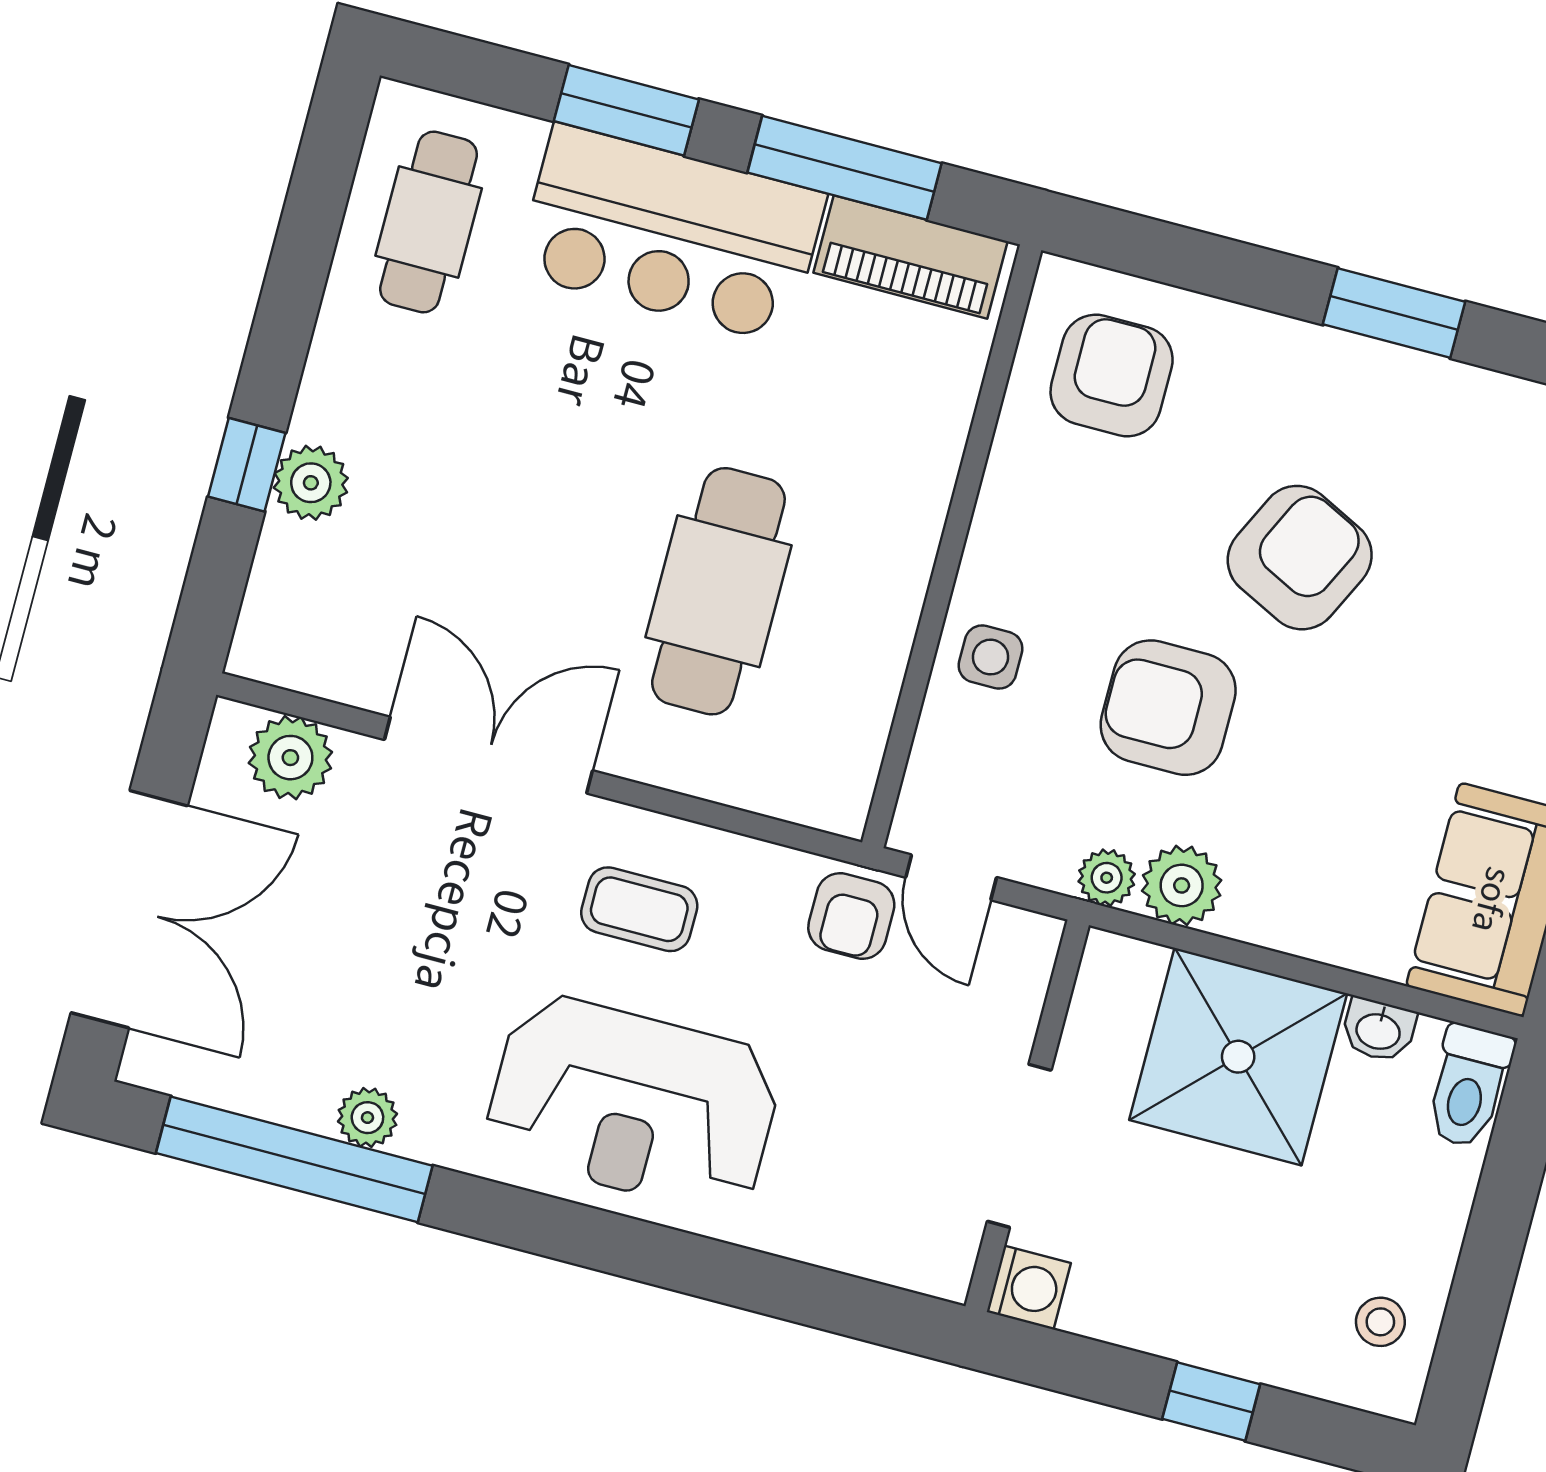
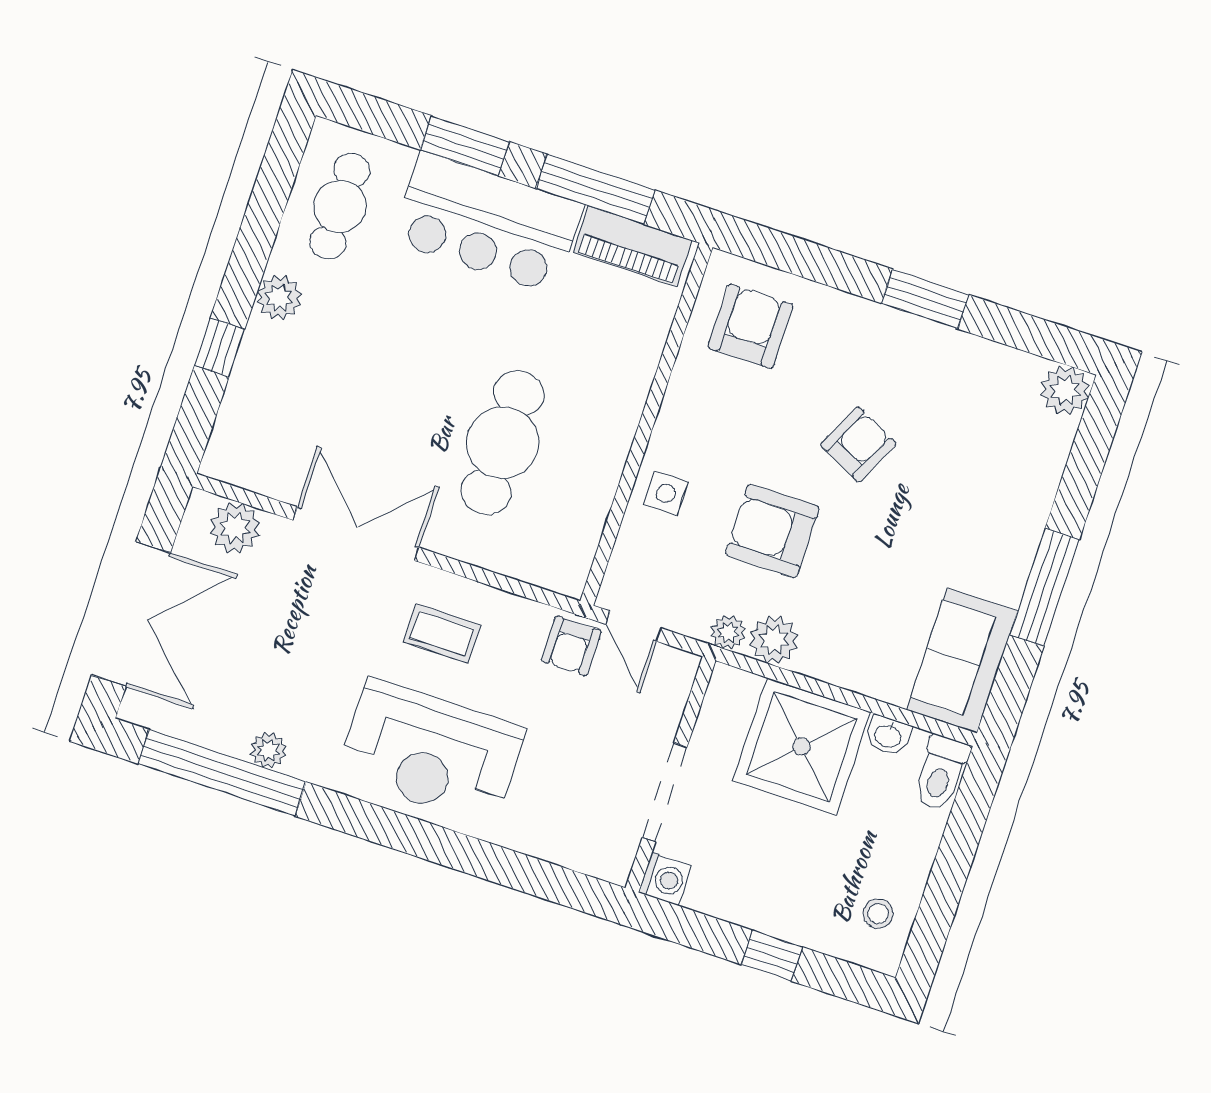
plant: (311, 483) -> (279, 298), moved
armchair: (1300, 558) -> (858, 444), width x0.72, depth x0.72

